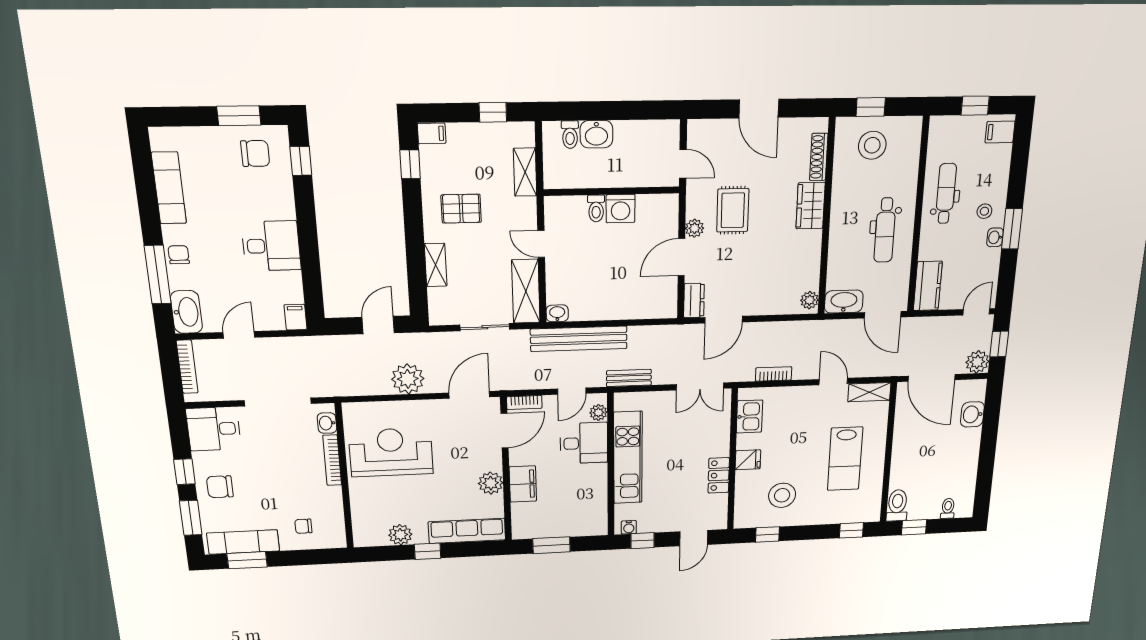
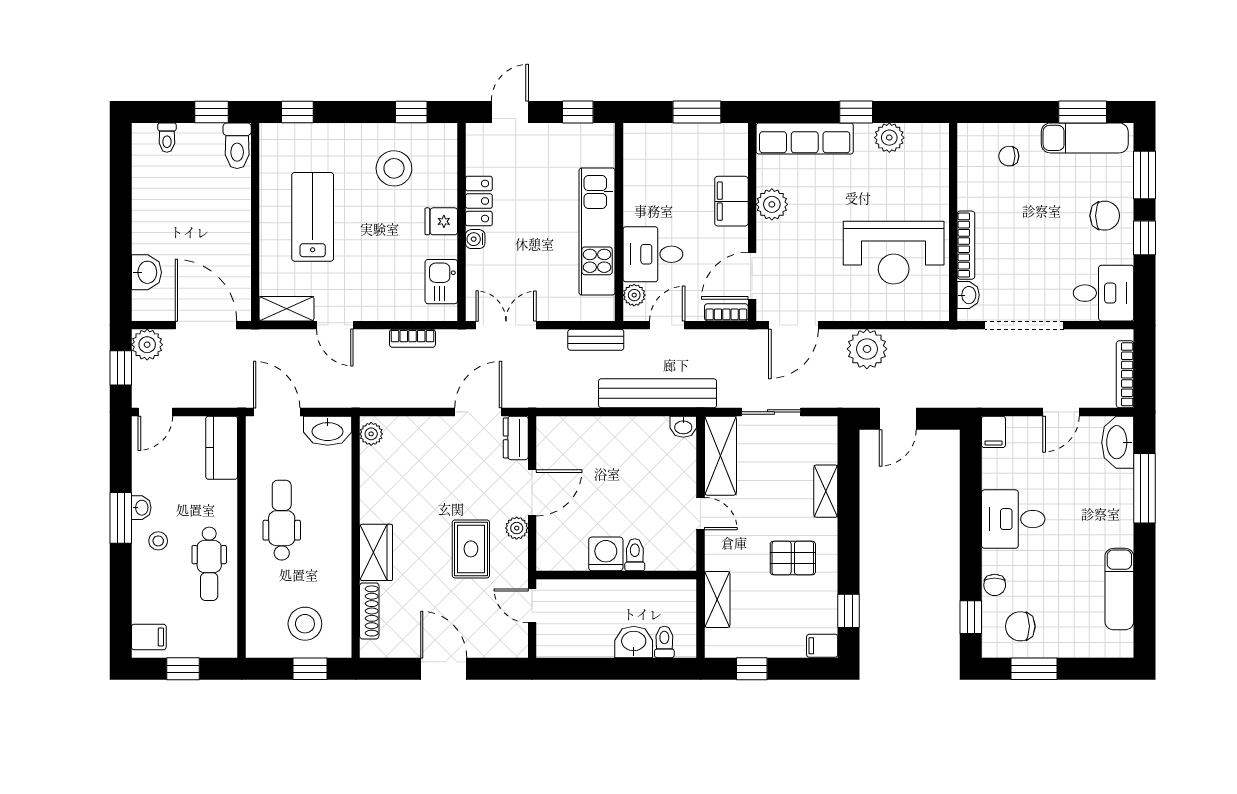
chair: (179, 255) -> (995, 585), moved
chair: (303, 526) -> (1009, 156), turned 180
water cooler: (629, 527) -> (475, 239), moved, turned -90

